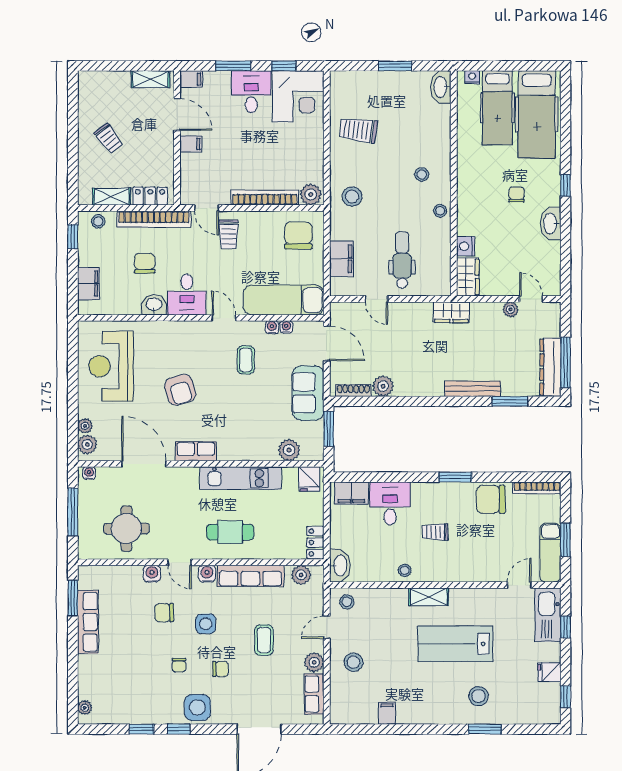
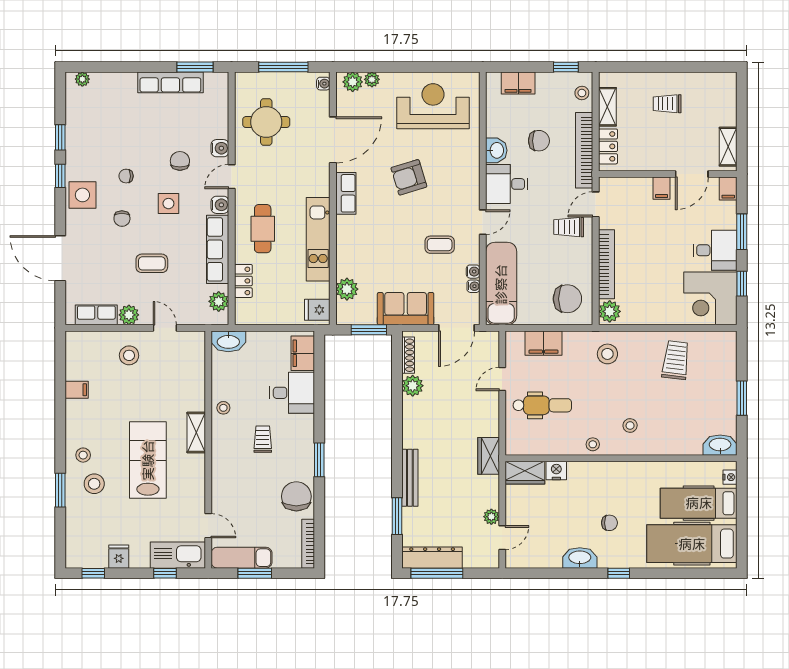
trolley: (109, 139) -> (667, 104), turned 38
locker: (315, 542) -> (243, 281), moved, turned 90
stool: (347, 602) -> (83, 455), moved

